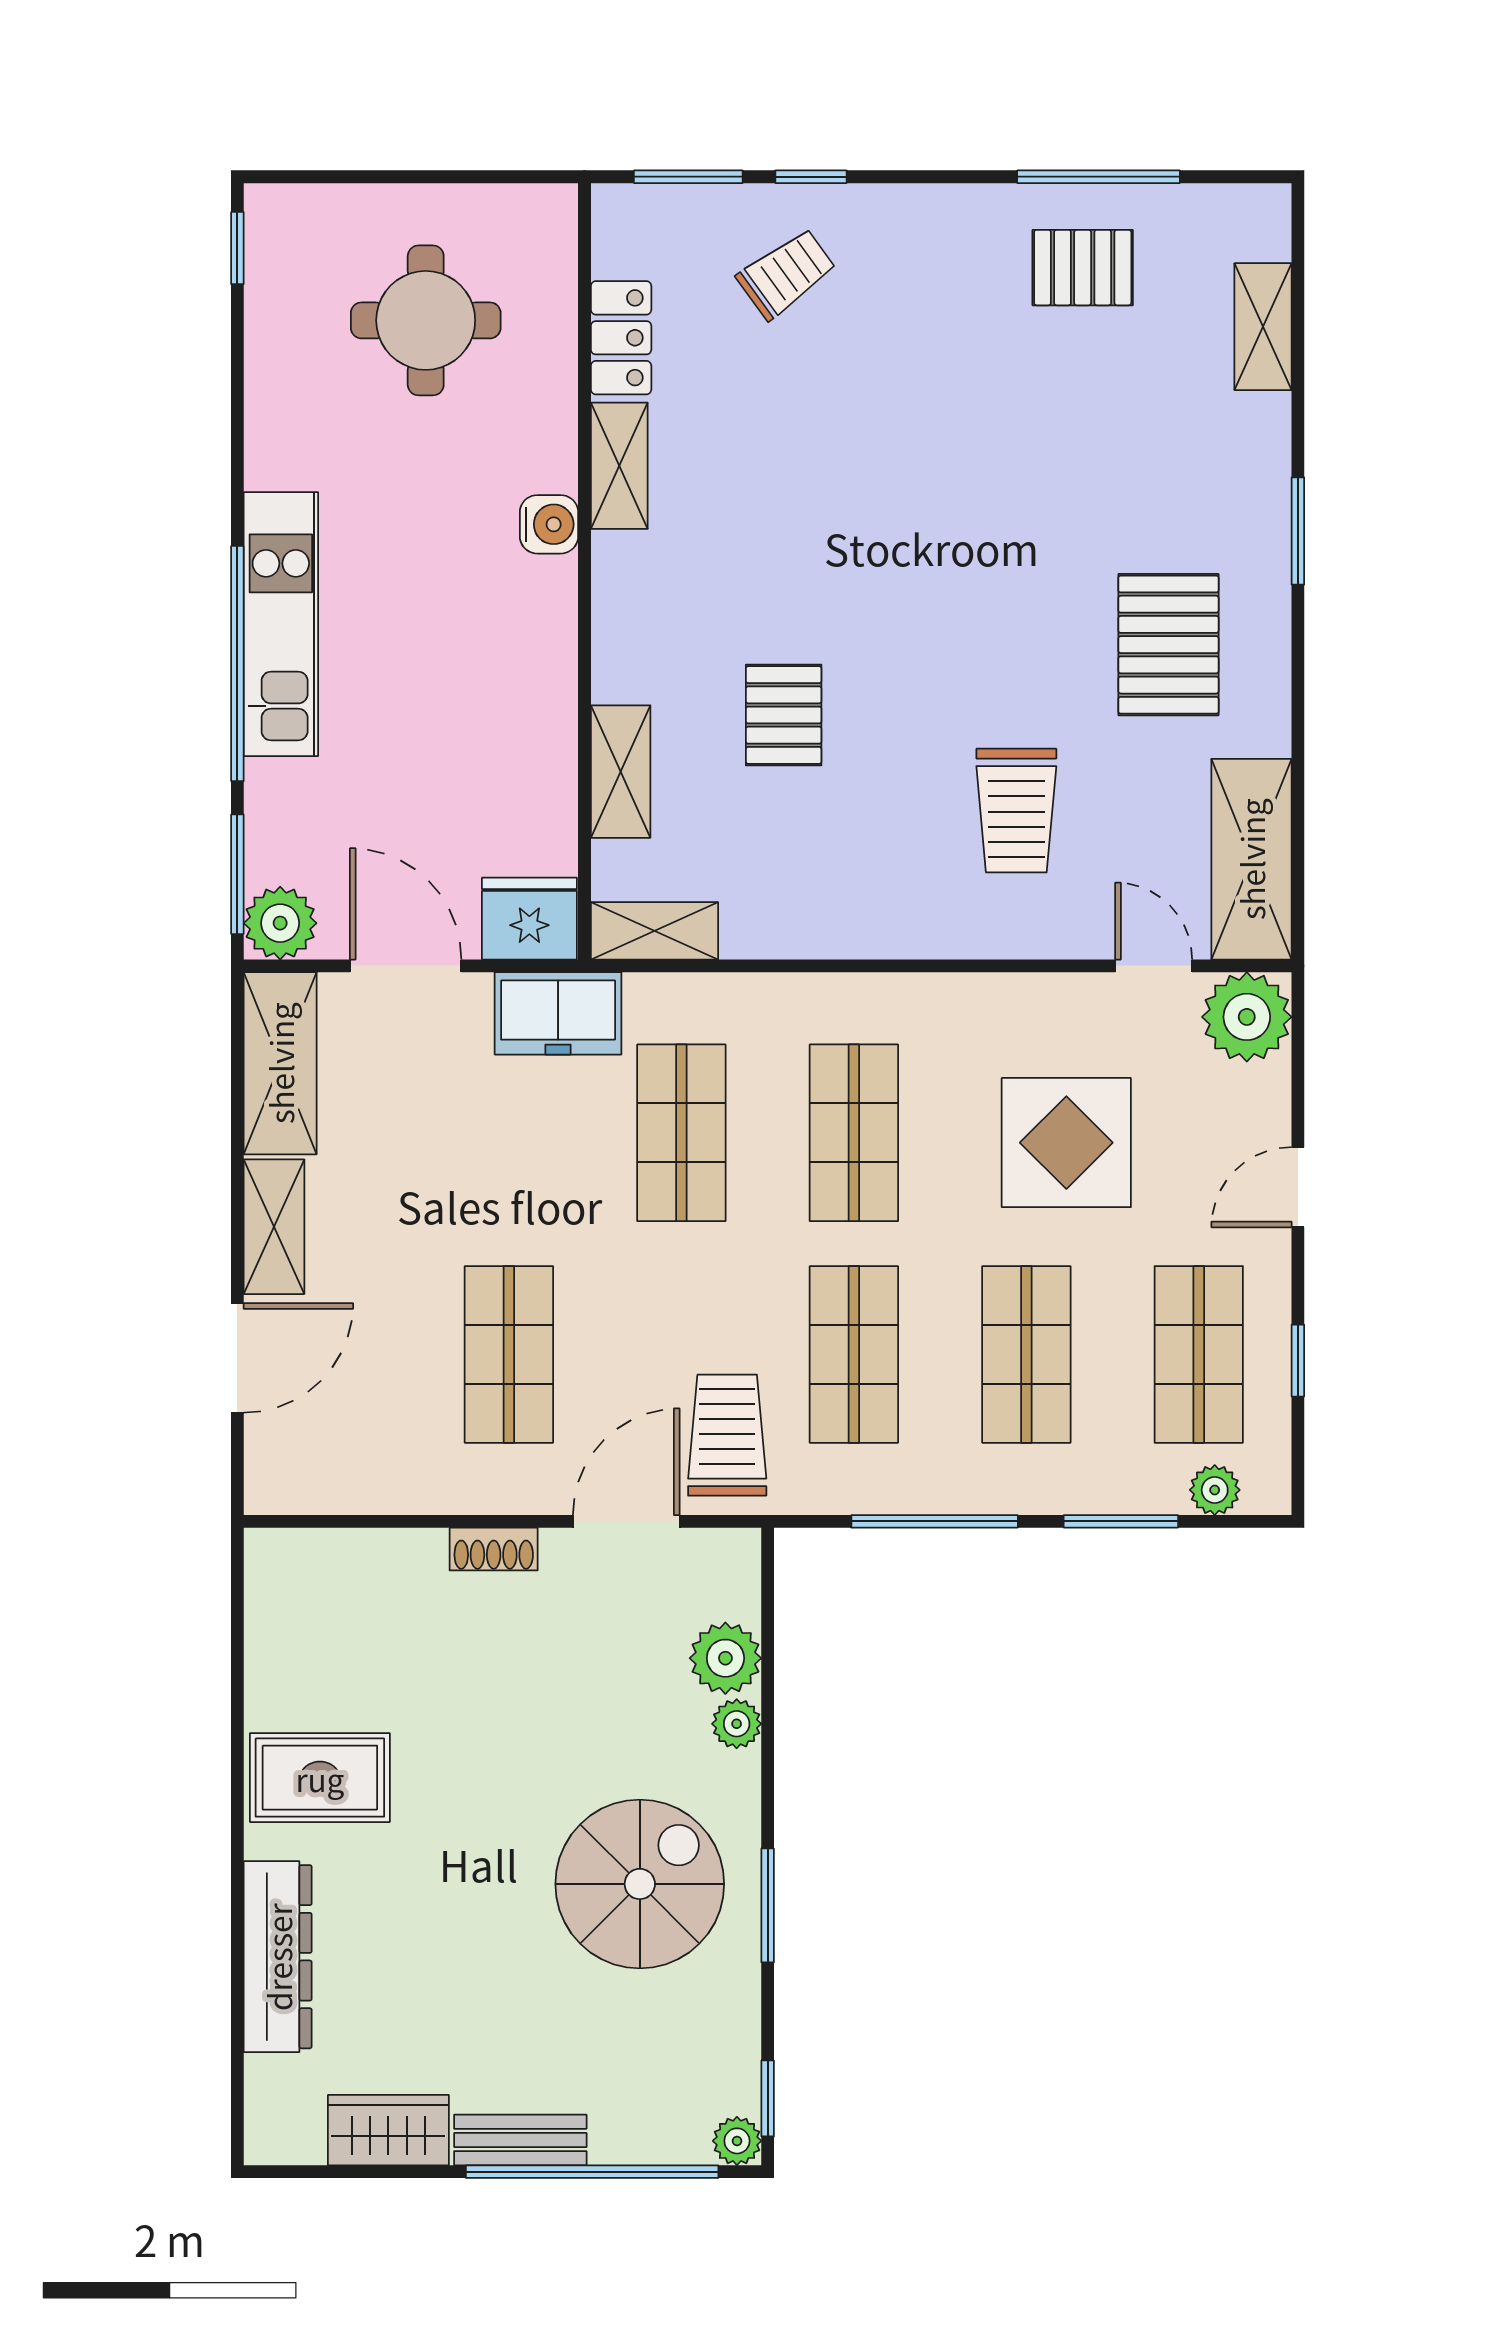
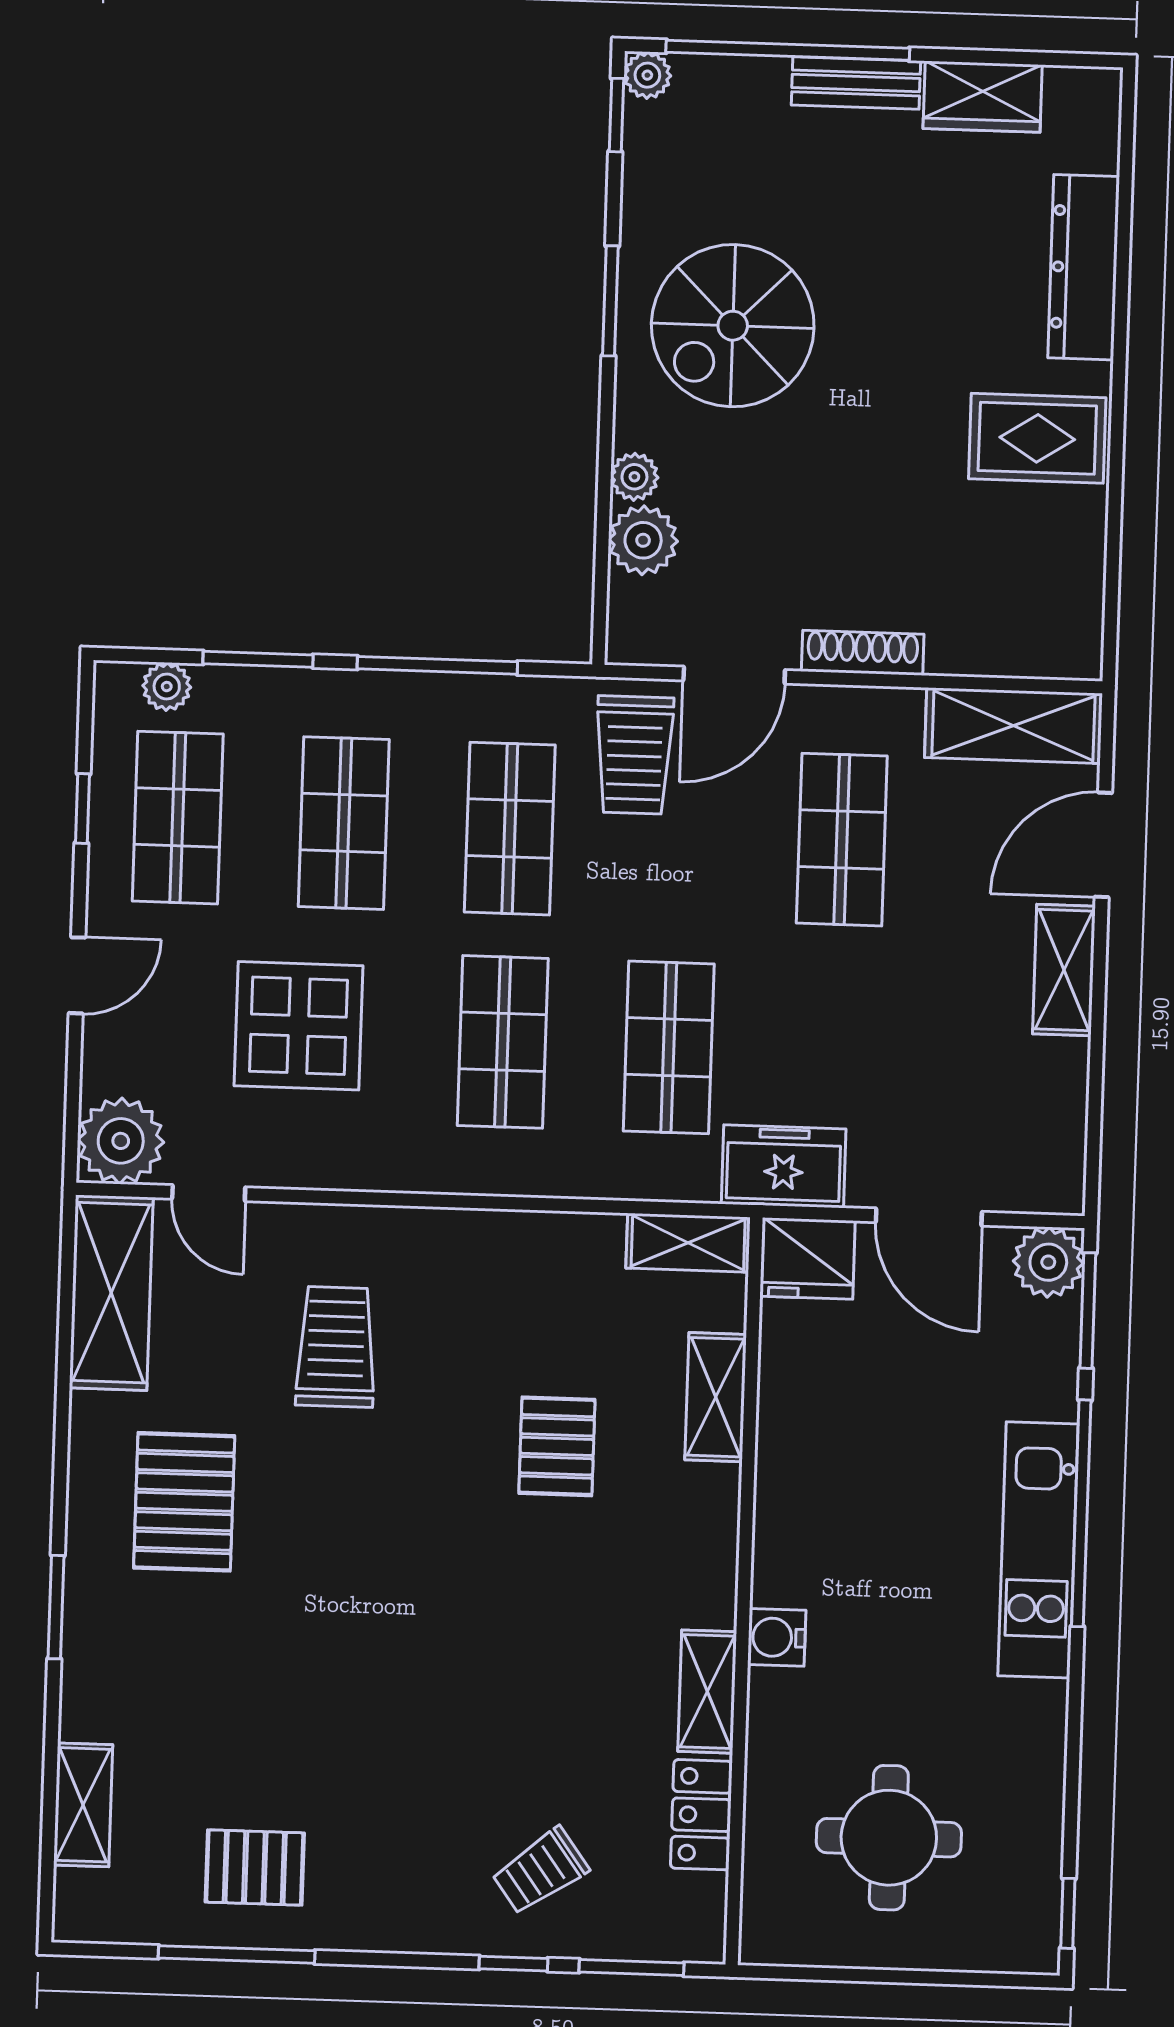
shelving: (280, 1063) -> (1013, 726), moved, turned 90
shoe rack: (494, 1549) -> (863, 653), width x1.43

